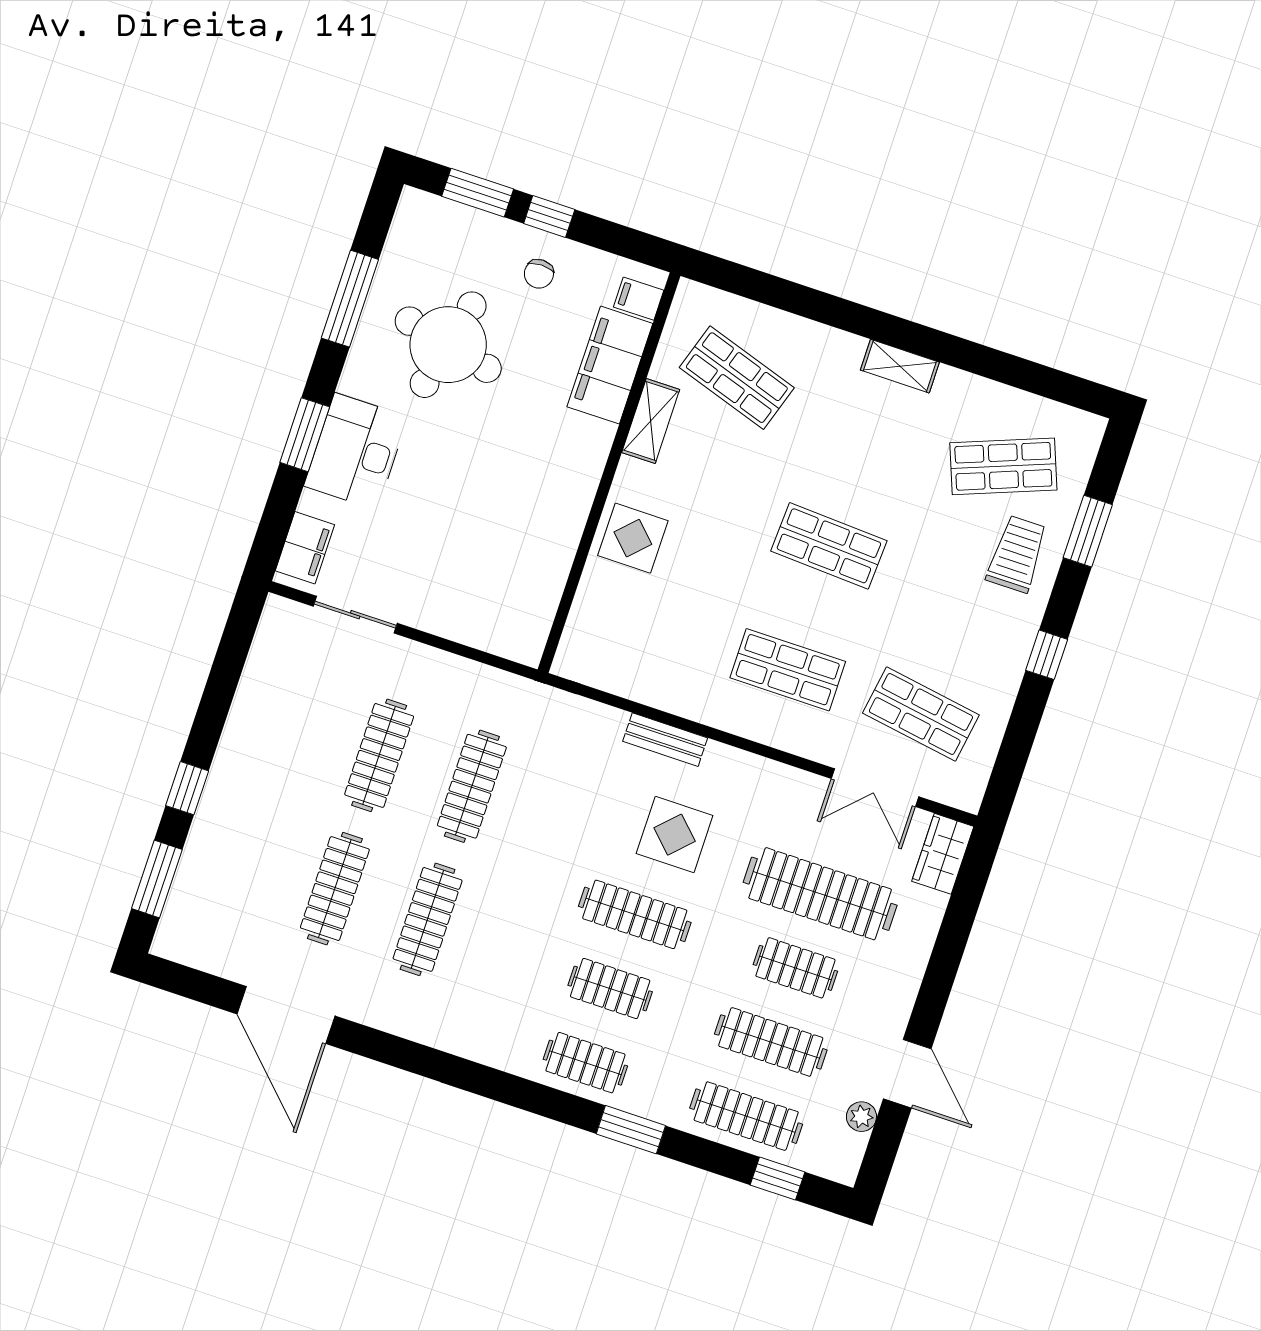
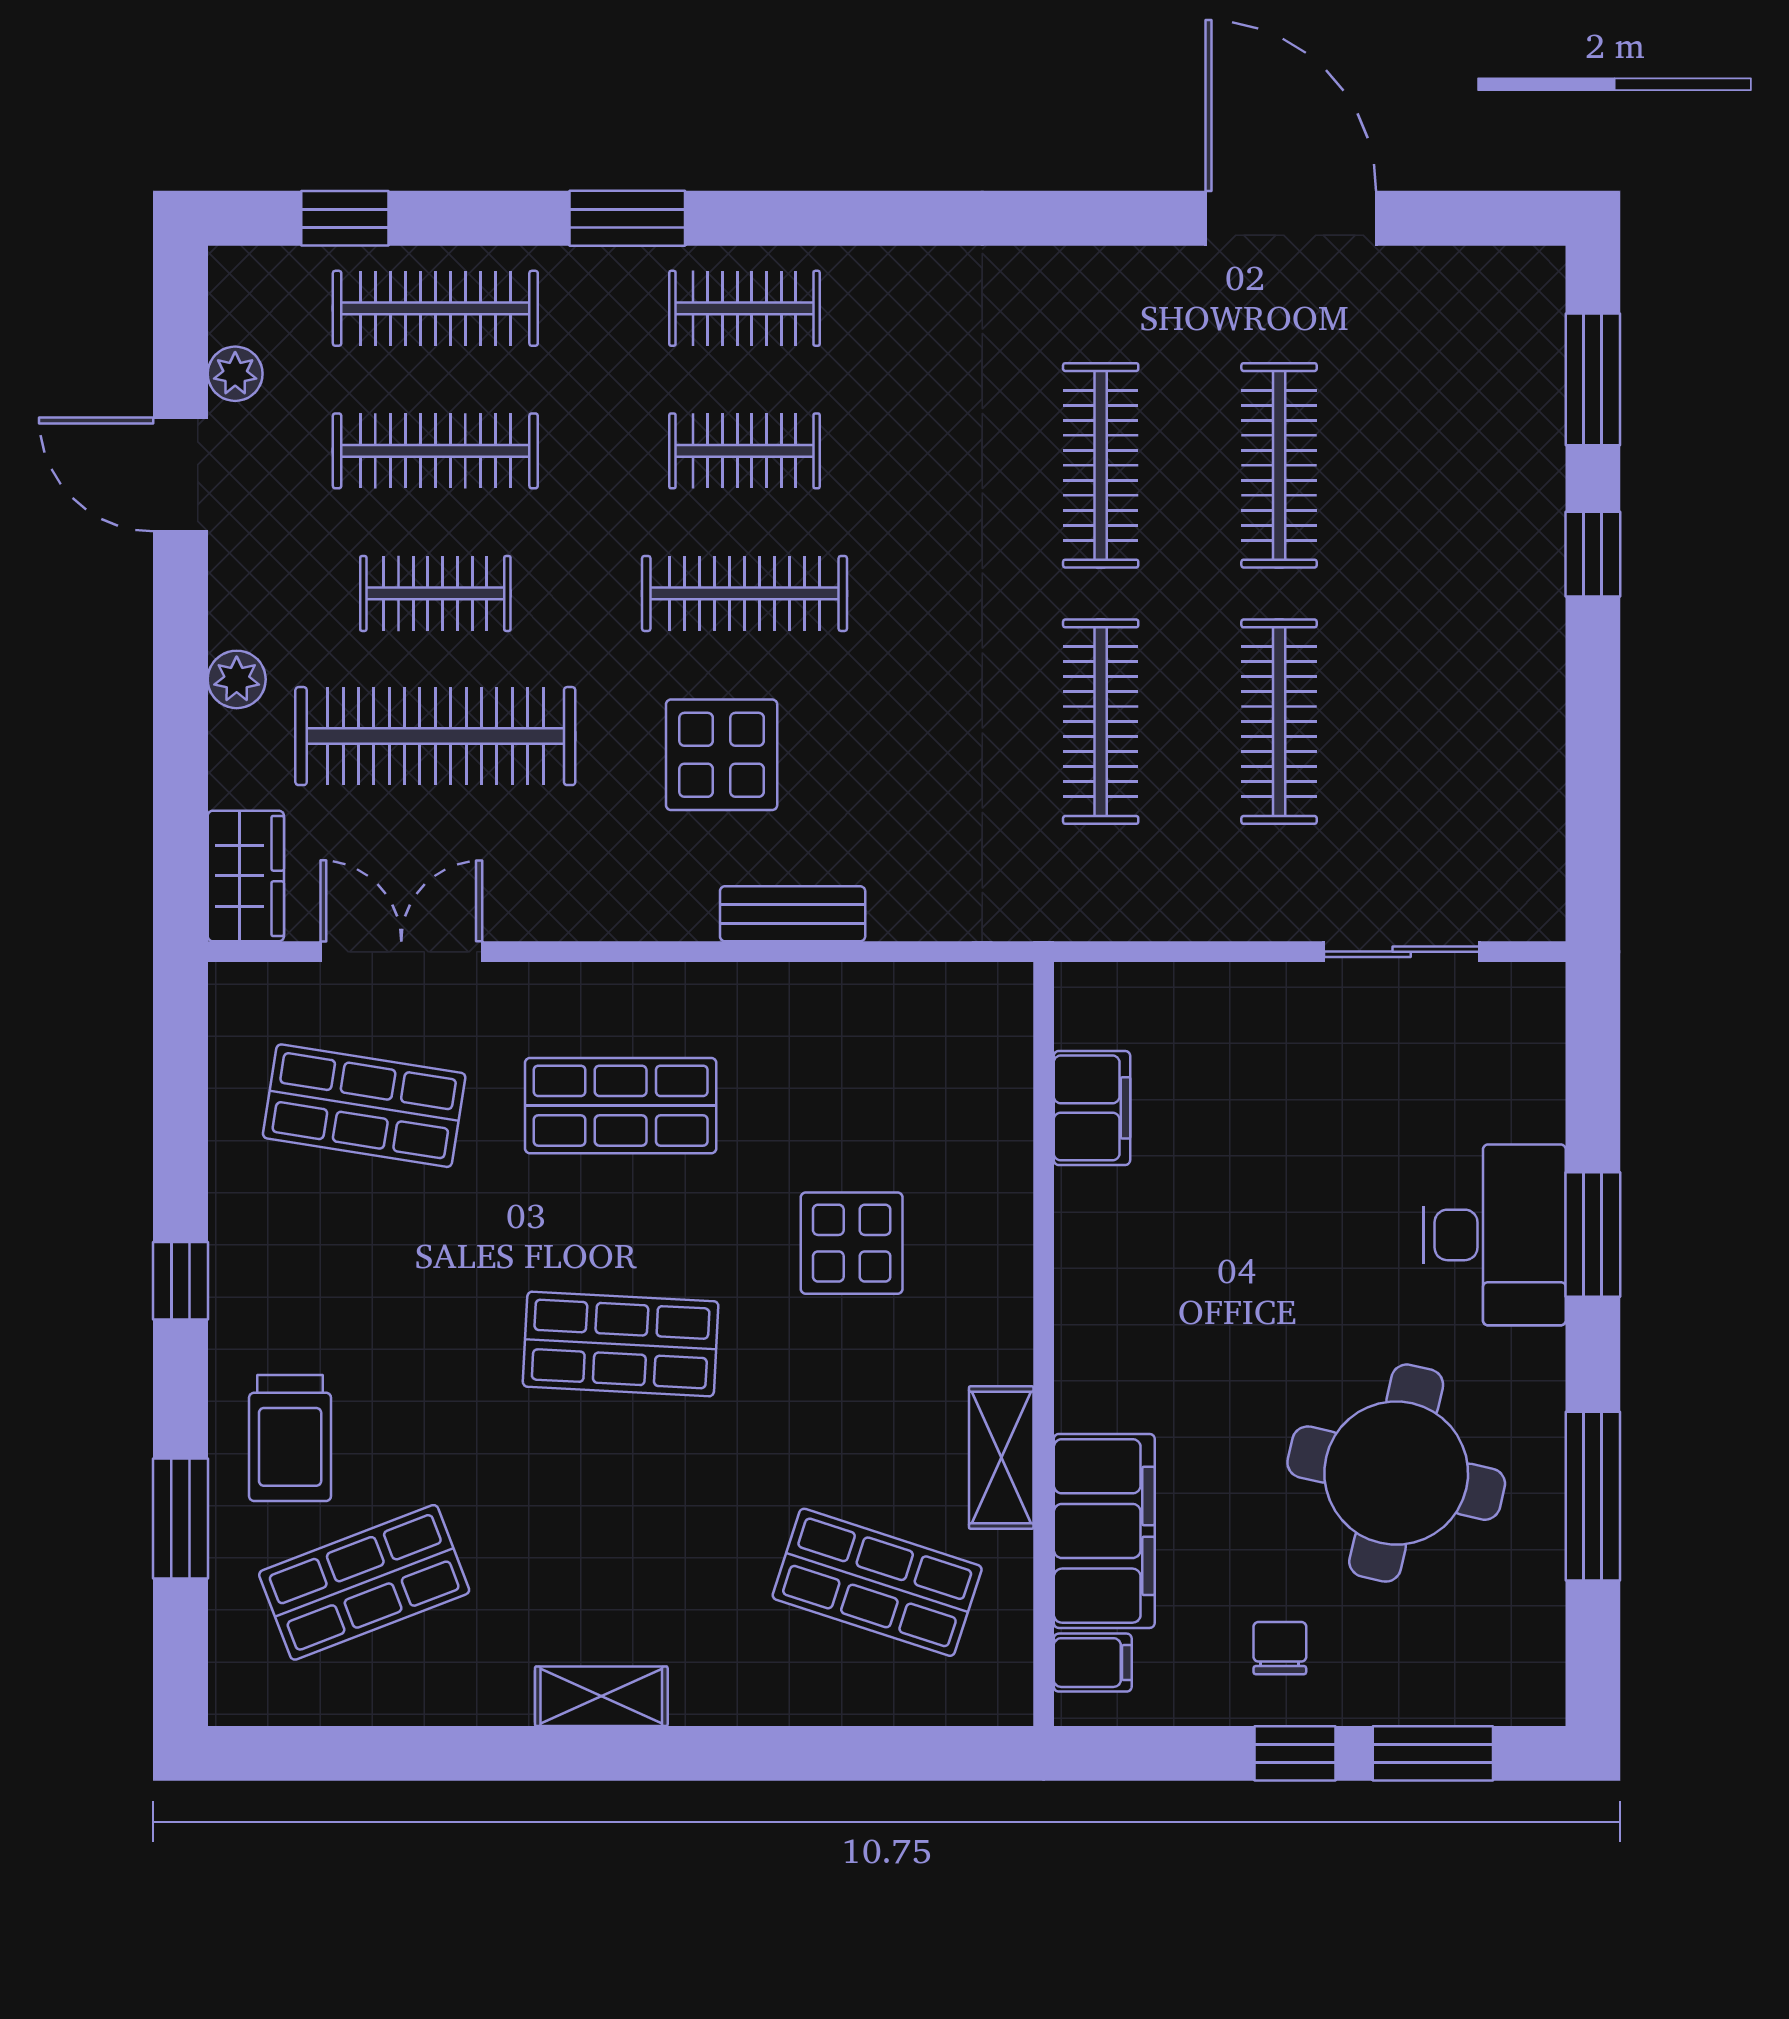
display table: (633, 538) -> (852, 1243), moved
filing cabinet: (305, 548) -> (1092, 1108), moved, turned 180
plant: (913, 958) -> (237, 679), added

